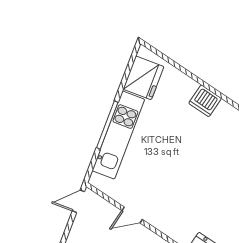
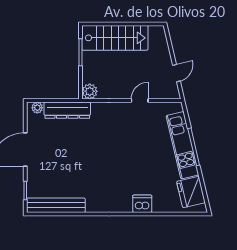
door: (78, 201) -> (176, 73), moved

